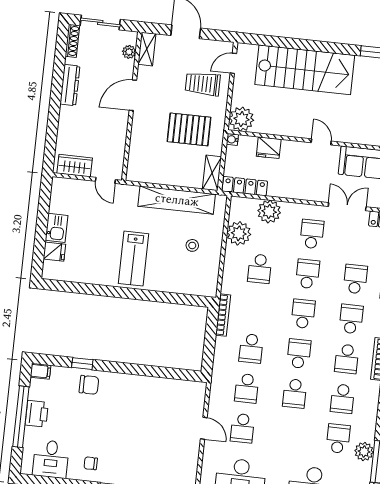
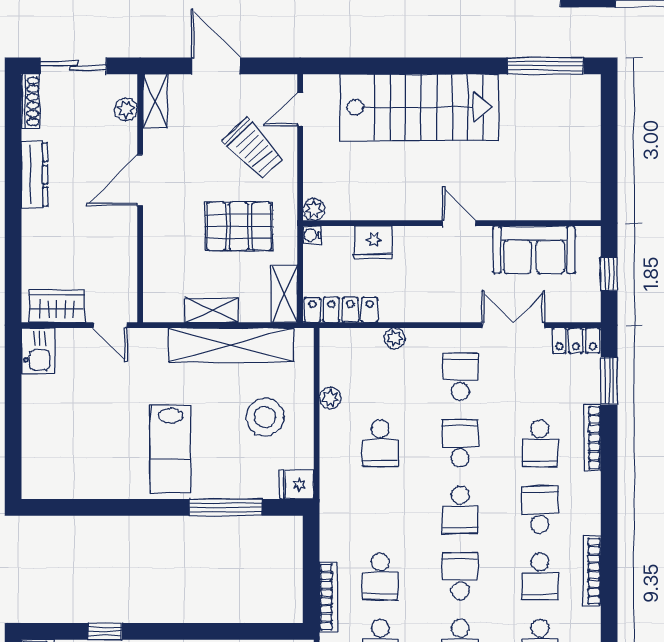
trolley: (203, 84) -> (253, 149), turned -133
plant: (241, 119) -> (314, 209), width x0.53, depth x0.53
shelving: (167, 178) -> (212, 310), added
plant: (269, 212) -> (395, 338), width x0.53, depth x0.53
kitchen sink: (56, 228) -> (38, 351), moved
plant: (239, 233) -> (330, 398), width x0.53, depth x0.53
stool: (192, 245) -> (265, 417), width x1.89, depth x1.89
fridge: (54, 252) -> (297, 485), moved, turned 180
school desk: (355, 279) -> (540, 443), turned 180
window: (163, 297) -> (226, 507), added
school desk: (303, 314) -> (460, 510), turned 180
bookcase: (223, 315) -> (328, 597), moved

